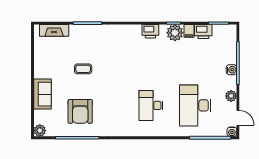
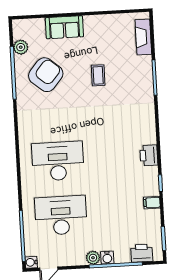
printer: (203, 32) -> (142, 253), moved, turned 90
plant: (175, 33) -> (149, 186), removed
plant: (231, 96) -> (93, 258), moved
desk: (151, 105) -> (58, 161), width x1.36, depth x1.30
armchair: (80, 111) -> (46, 75), turned 130
plant: (40, 130) -> (21, 47), moved

